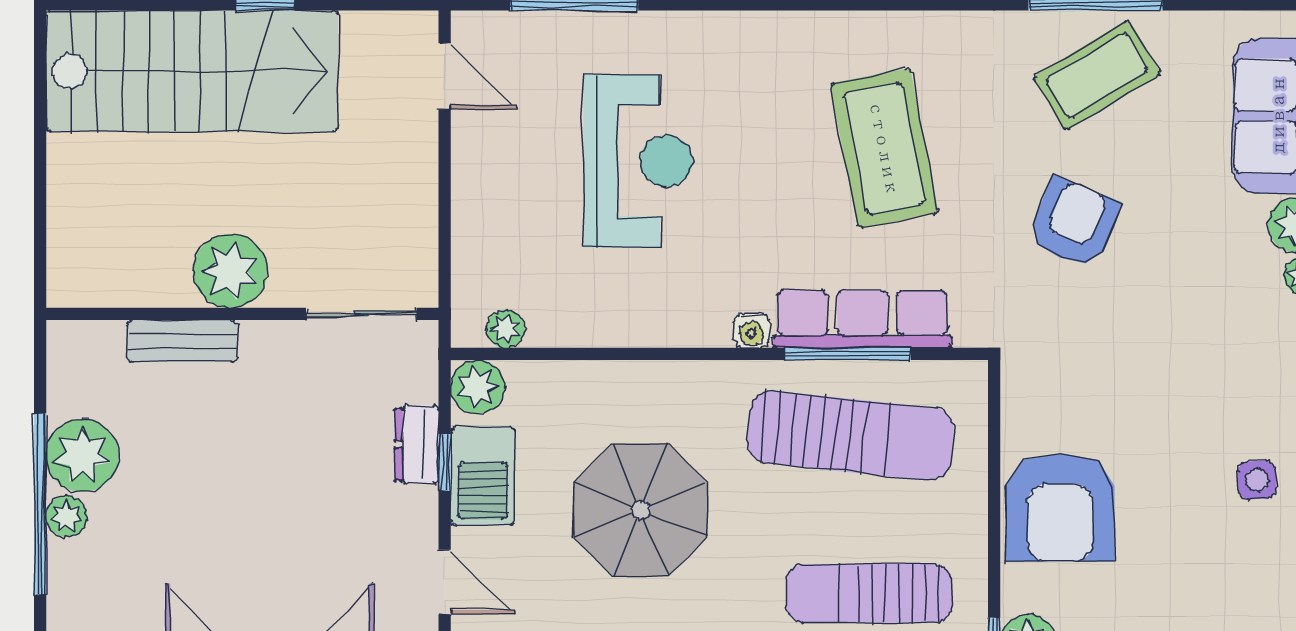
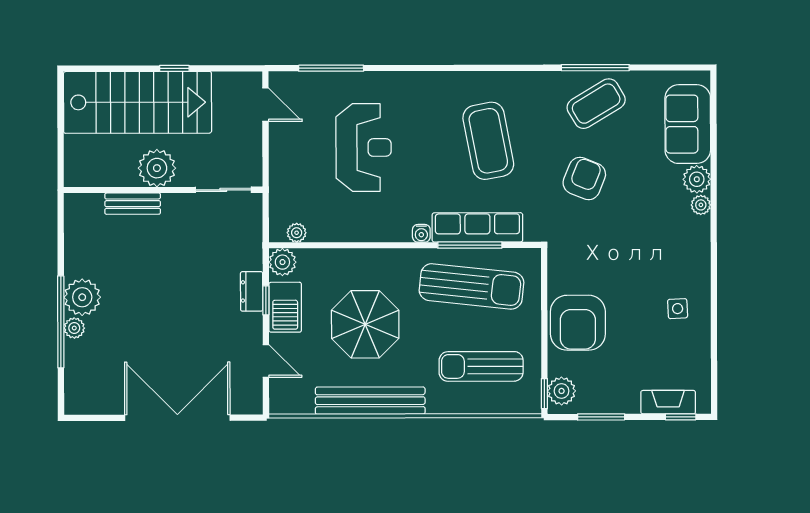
plant: (230, 271) -> (157, 168), moved
wall: (242, 314) -> (163, 190), moved
sliding door: (361, 314) -> (223, 190), moved
bench: (182, 341) -> (133, 204), moved

